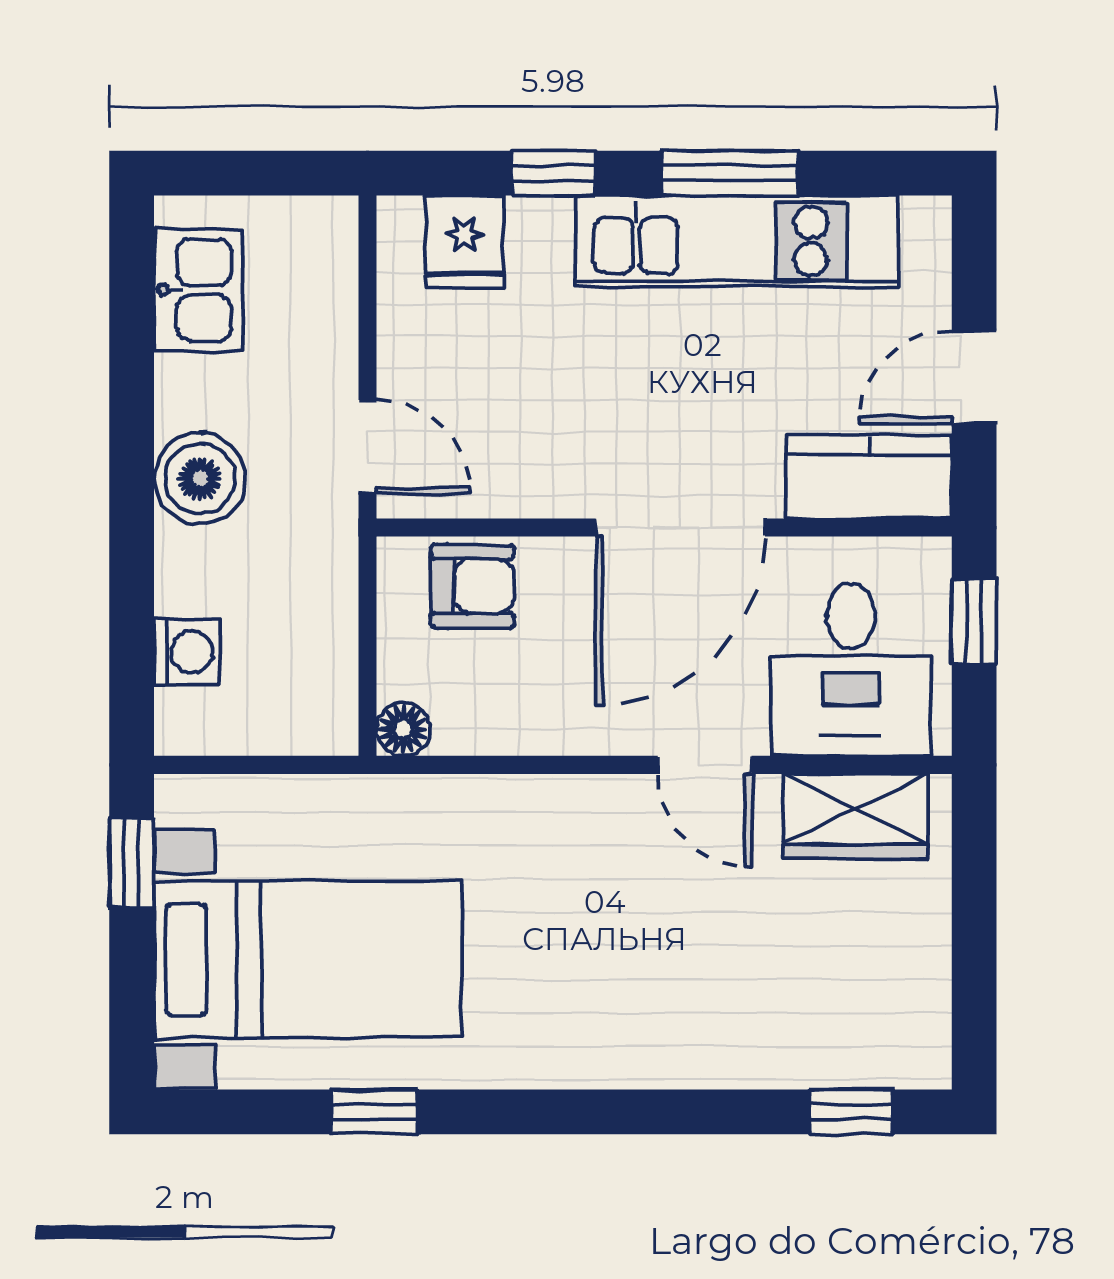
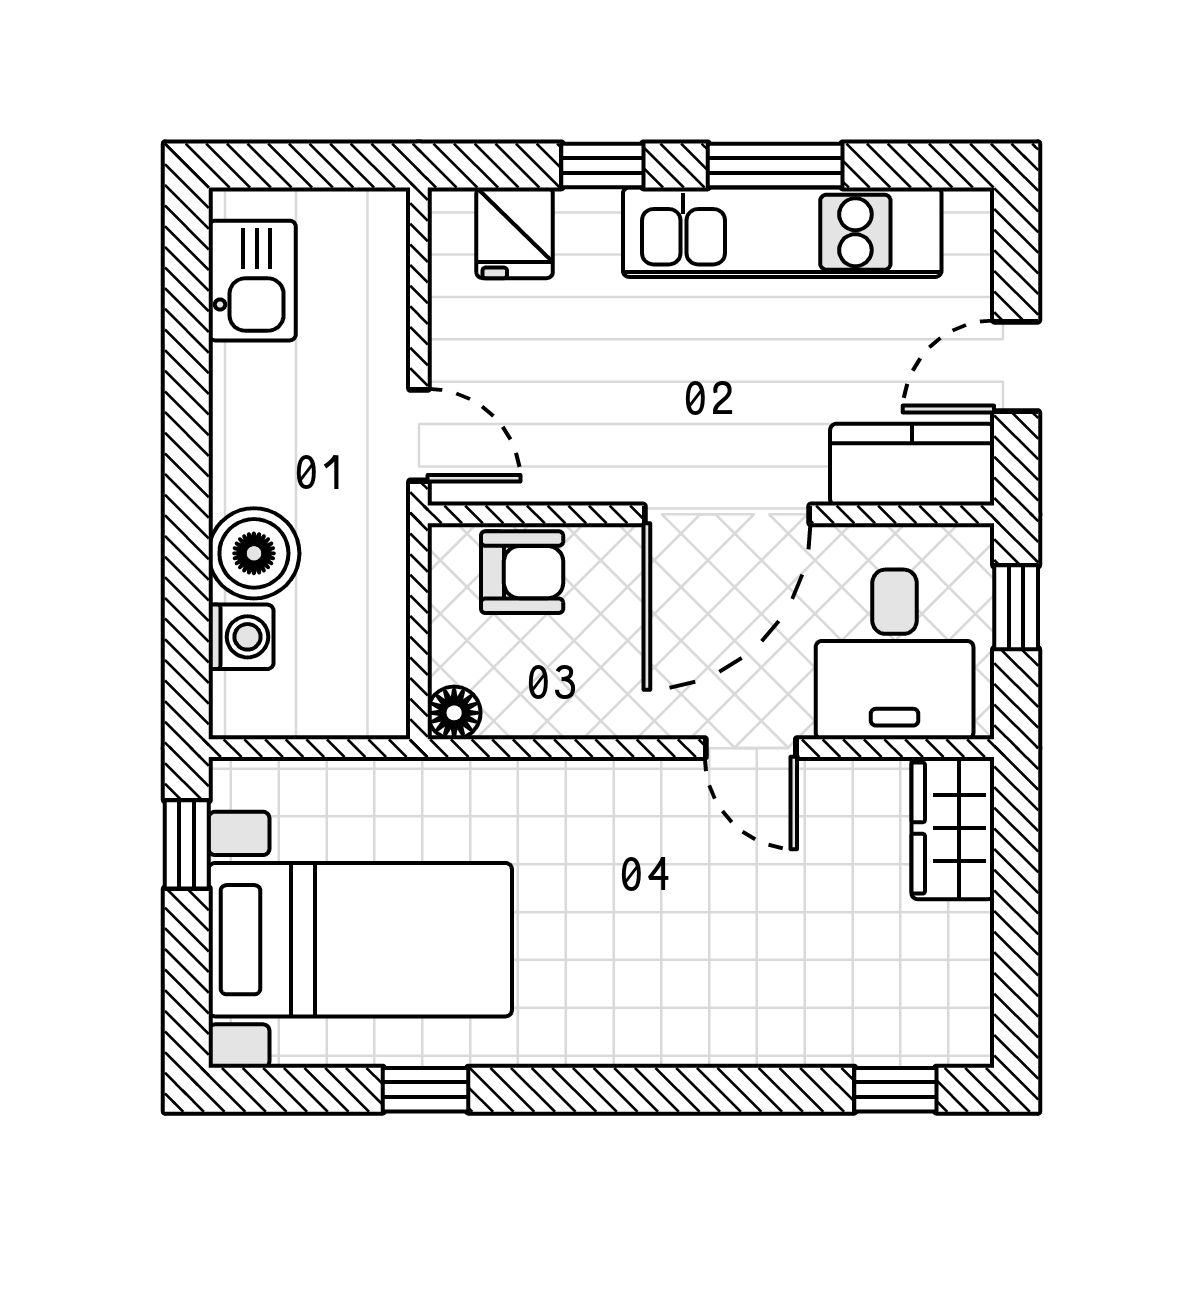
boiler: (200, 479) -> (254, 553), moved
wardrobe: (856, 816) -> (953, 828), moved, turned 90

